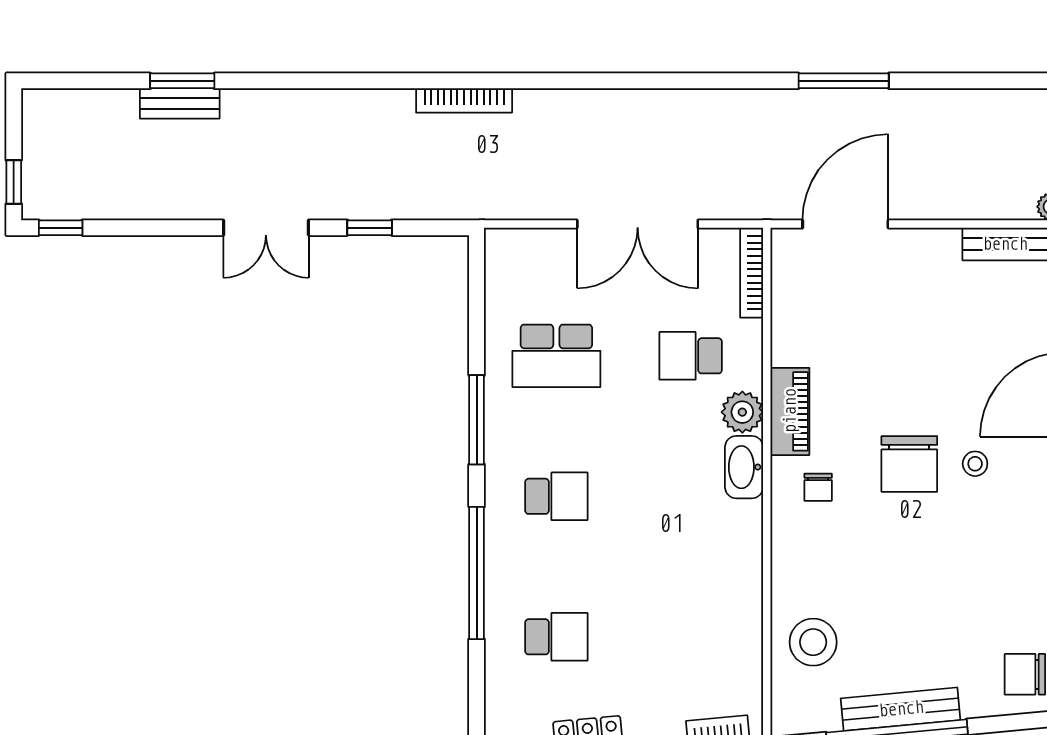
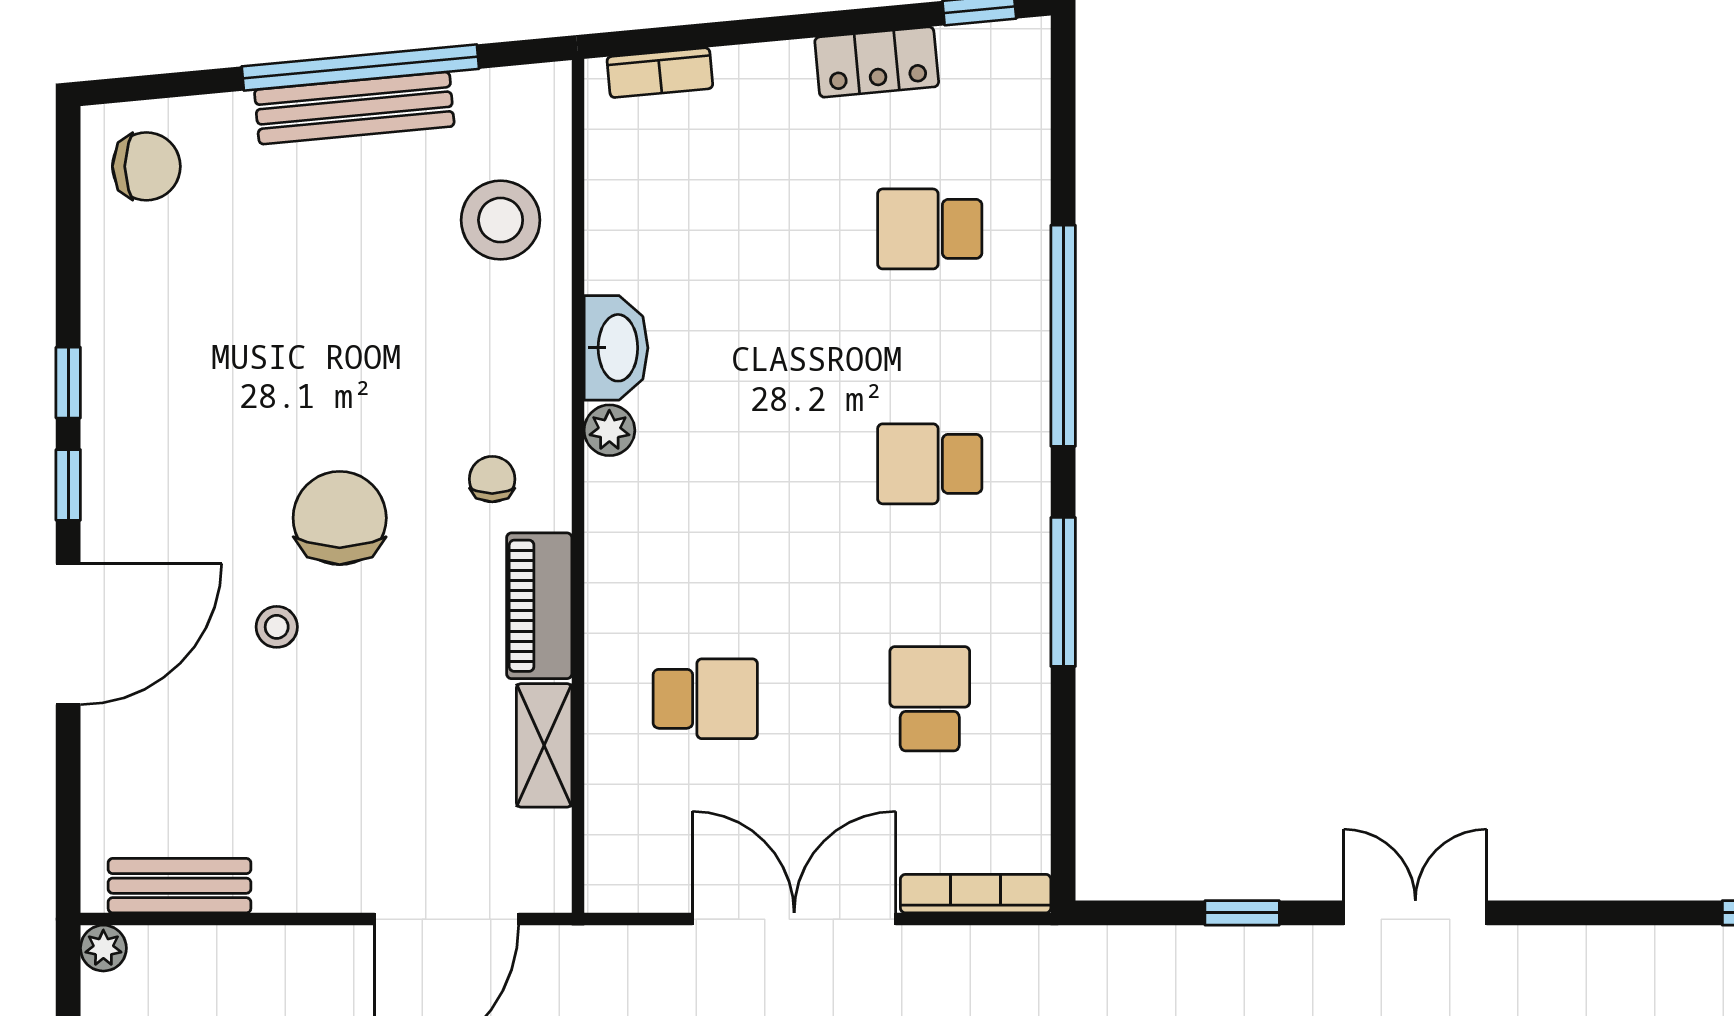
bookcase: (752, 273) -> (976, 894), moved, turned -90
shelving: (787, 328) -> (544, 745), added
school desk: (556, 356) -> (930, 699), width x0.54
plant: (742, 412) -> (609, 430), moved, width x0.73, depth x0.73
stool: (975, 464) -> (277, 627), moved
washbasin: (744, 467) -> (616, 348), moved

